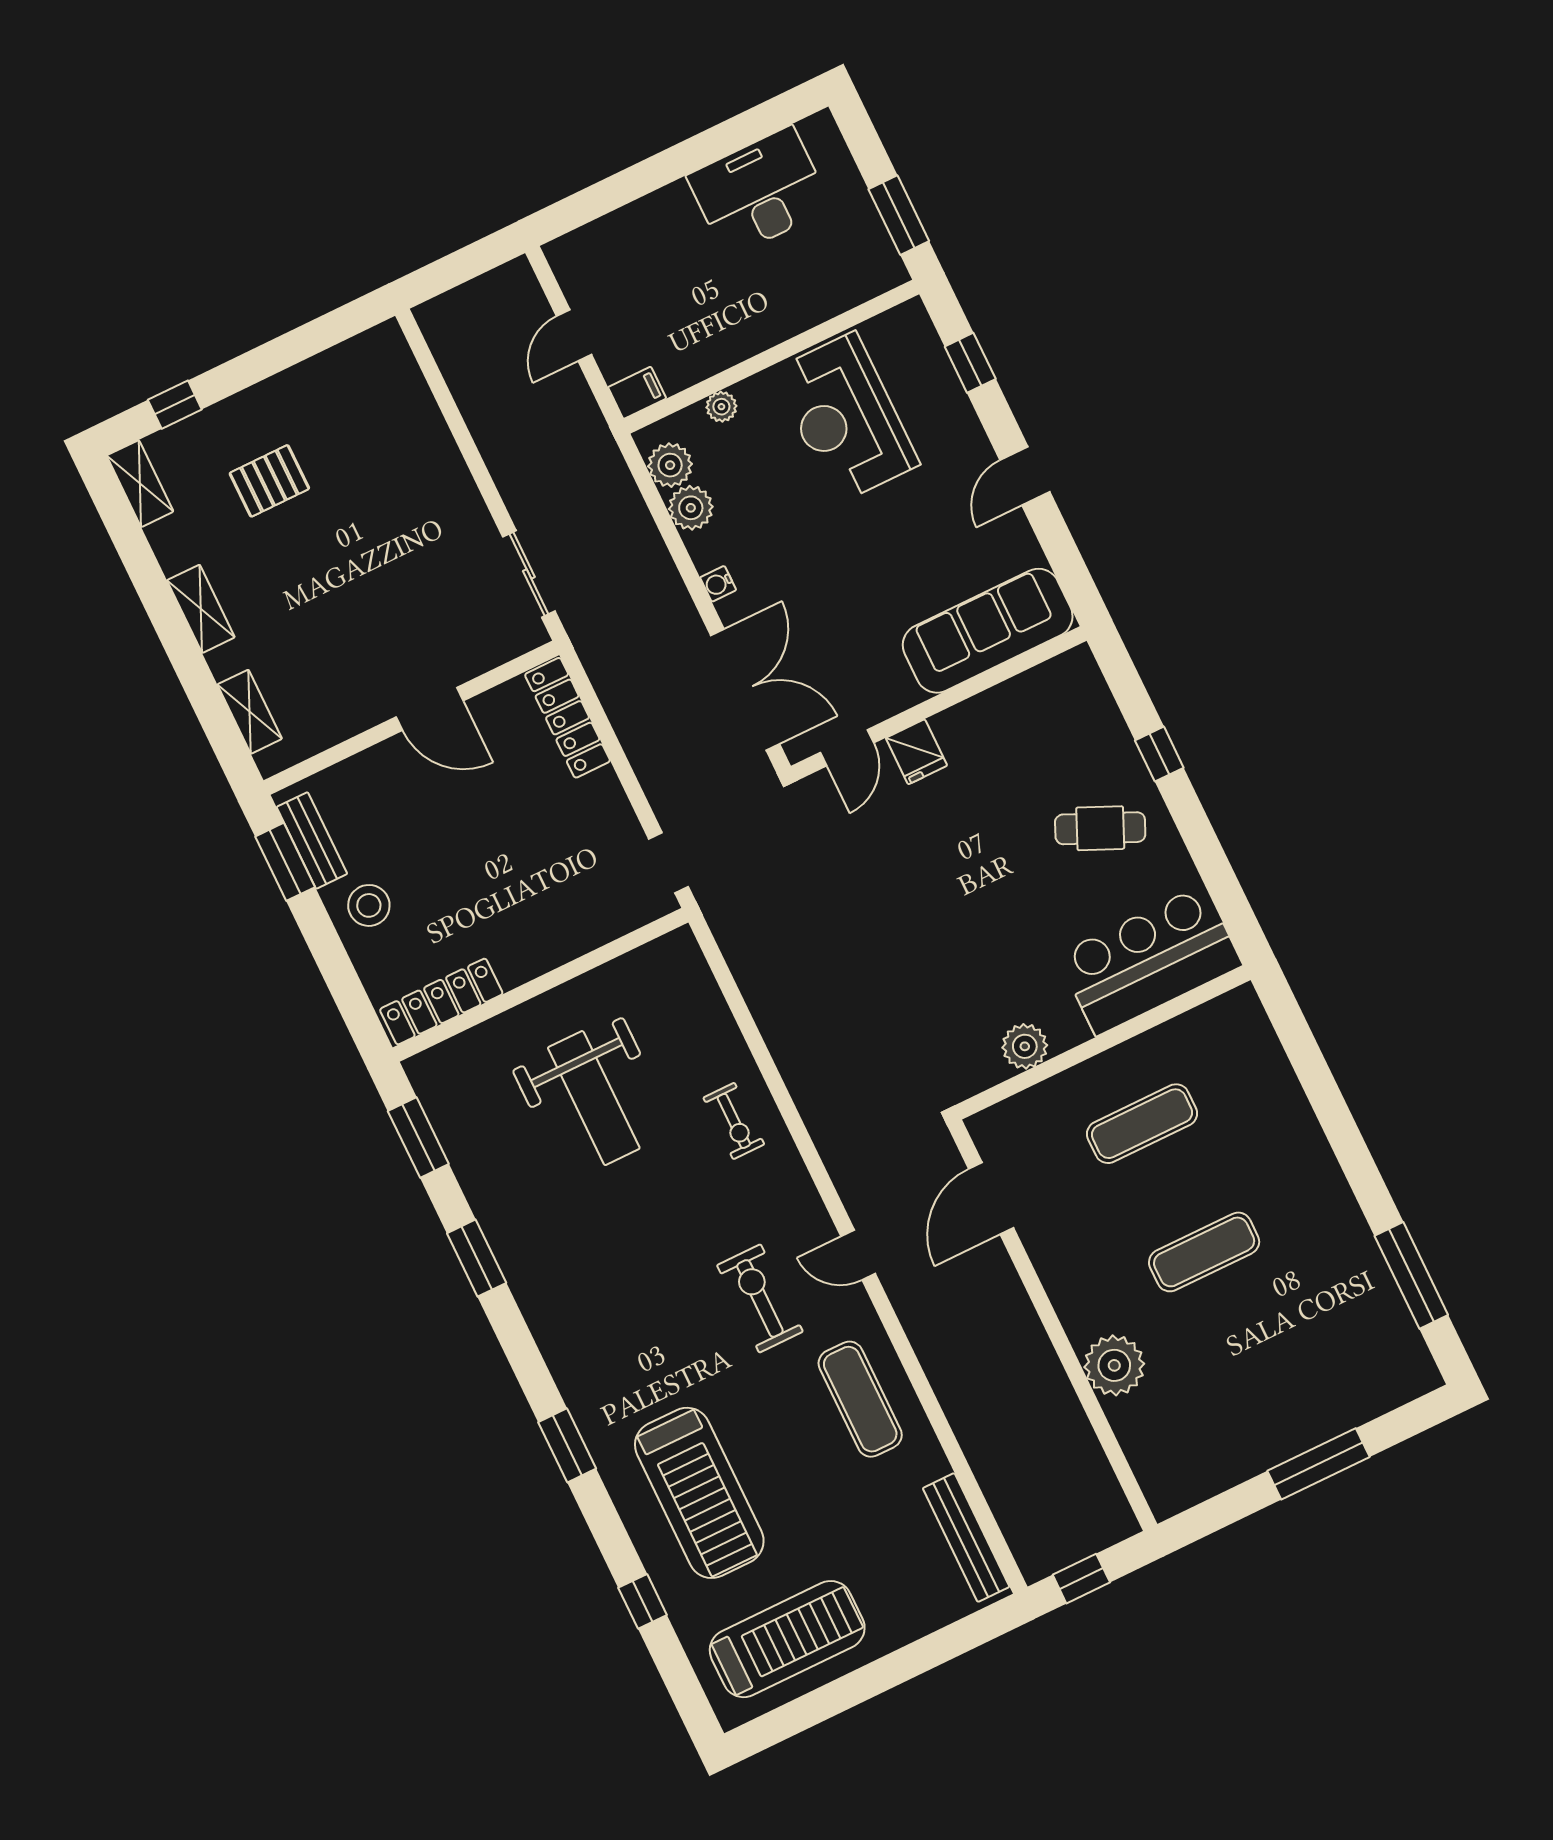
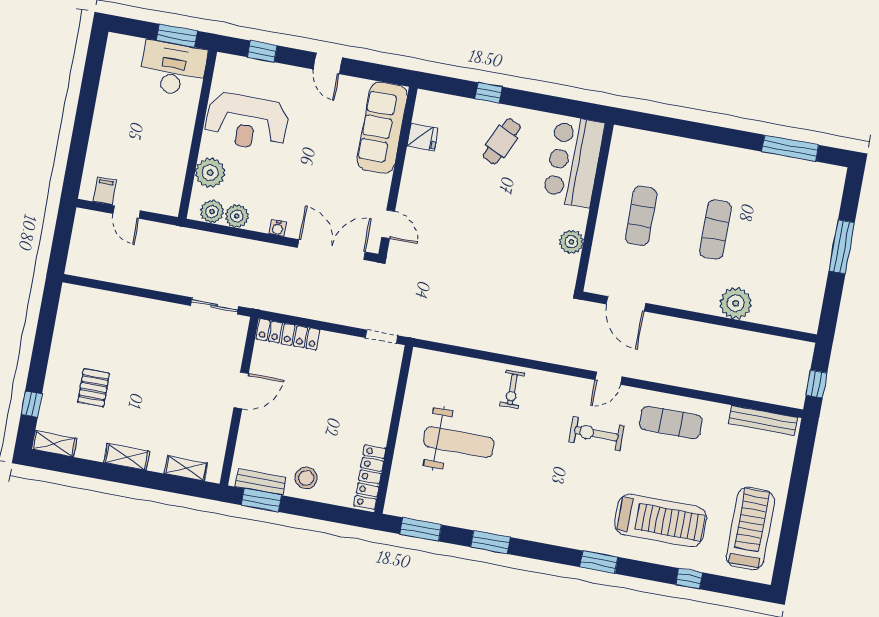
desk: (759, 192) -> (173, 69), moved, turned 90
filing cabinet: (637, 393) -> (105, 191), moved
plant: (721, 407) -> (210, 173), width x1.88, depth x1.88
fridge: (916, 752) -> (422, 137), moved
exercise bike: (734, 1121) -> (512, 389), turned 90

